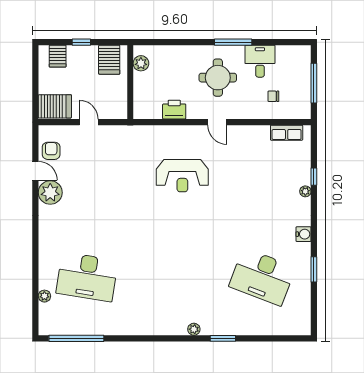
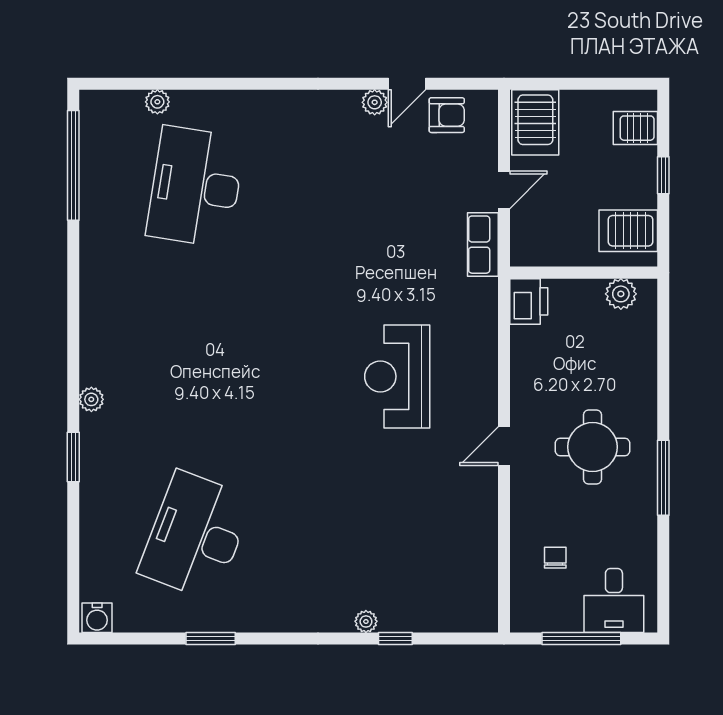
desk: (260, 61) -> (614, 600), moved, turned 90
printer: (174, 110) -> (529, 301), moved
row of seats: (287, 133) -> (483, 245), moved
plant: (50, 193) -> (375, 102), width x0.53, depth x0.53
water cooler: (303, 234) -> (97, 618), moved

